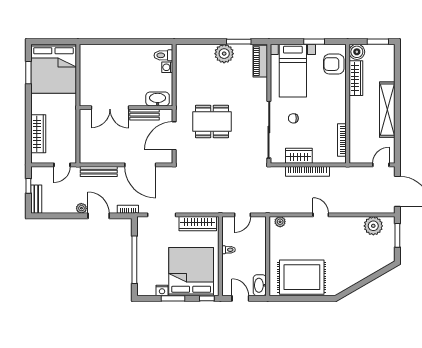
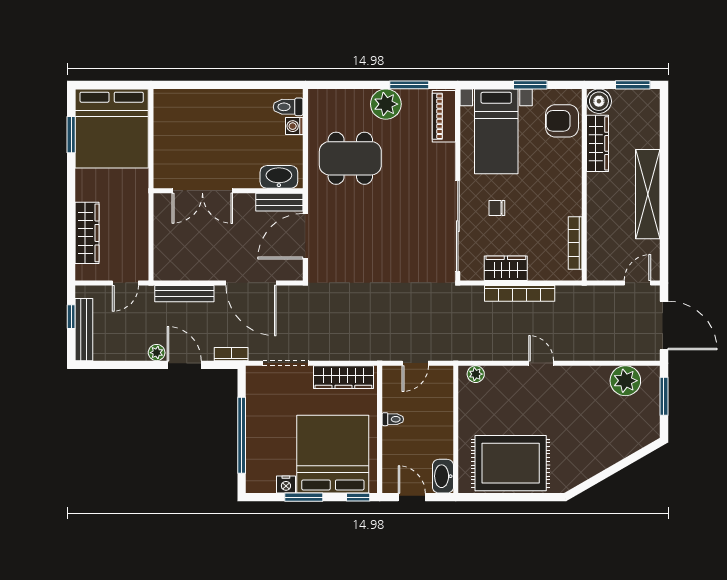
bench: (144, 115) -> (279, 202), moved
dining table: (212, 121) -> (350, 158), moved
bench: (36, 199) -> (84, 330), width x1.36

